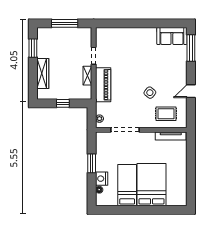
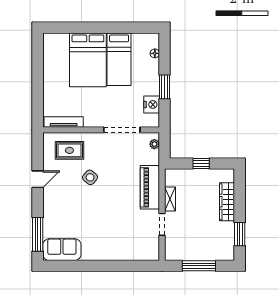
nightstand: (102, 179) -> (152, 105), moved

